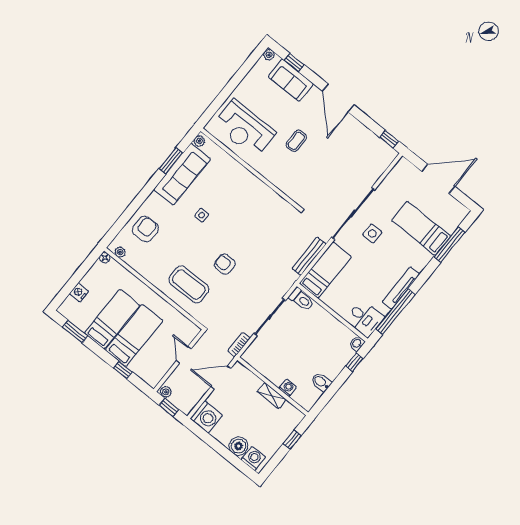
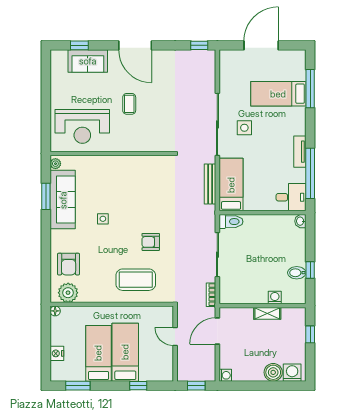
plant: (269, 55) -> (55, 55), removed
armchair: (145, 229) -> (69, 264), turned 180
plant: (120, 252) -> (68, 293), width x1.87, depth x1.87
tv unit: (401, 288) -> (300, 152), width x0.71
window: (354, 362) -> (310, 270), moved
plant: (166, 392) -> (184, 376), removed
washing machine: (206, 417) -> (225, 375), width x0.53, depth x0.53

